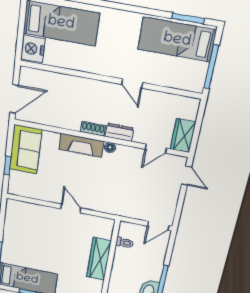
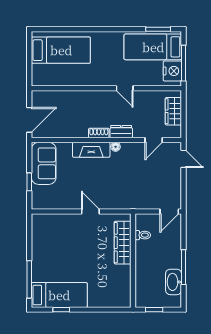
nightstand: (33, 49) -> (172, 71), moved, turned 180
wardrobe: (183, 136) -> (173, 111), moved
wardrobe: (99, 259) -> (123, 243), moved

